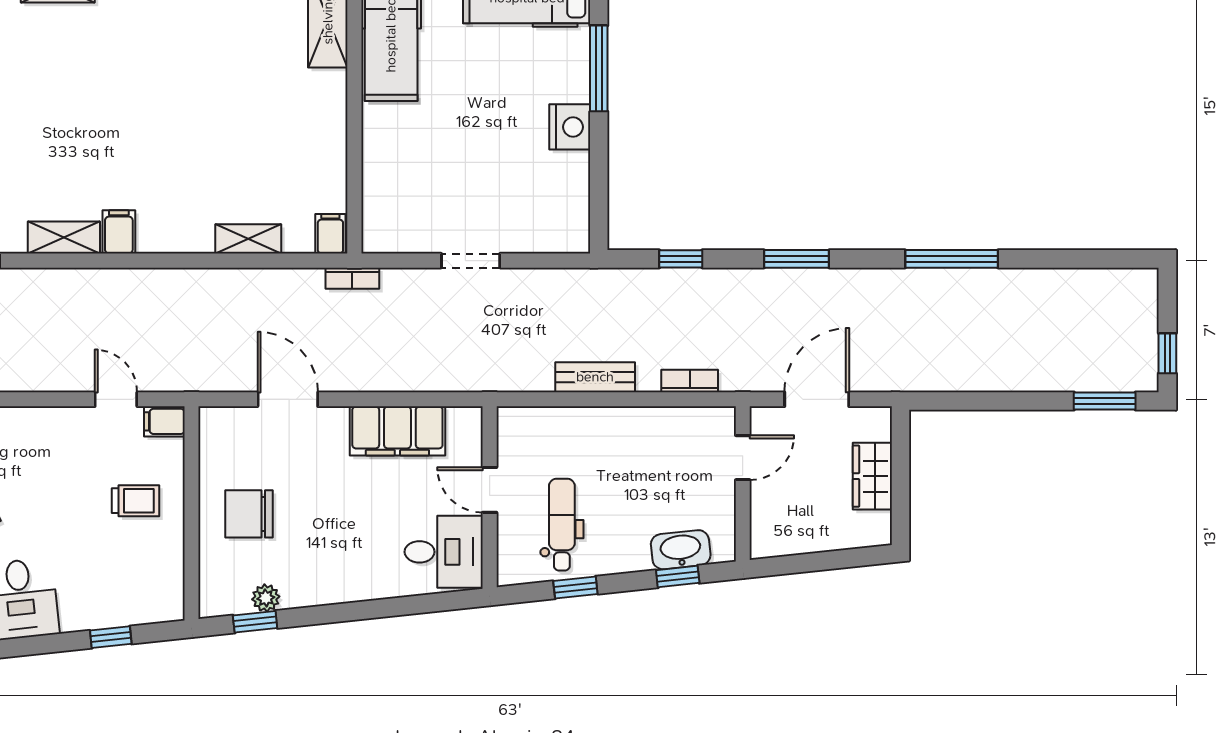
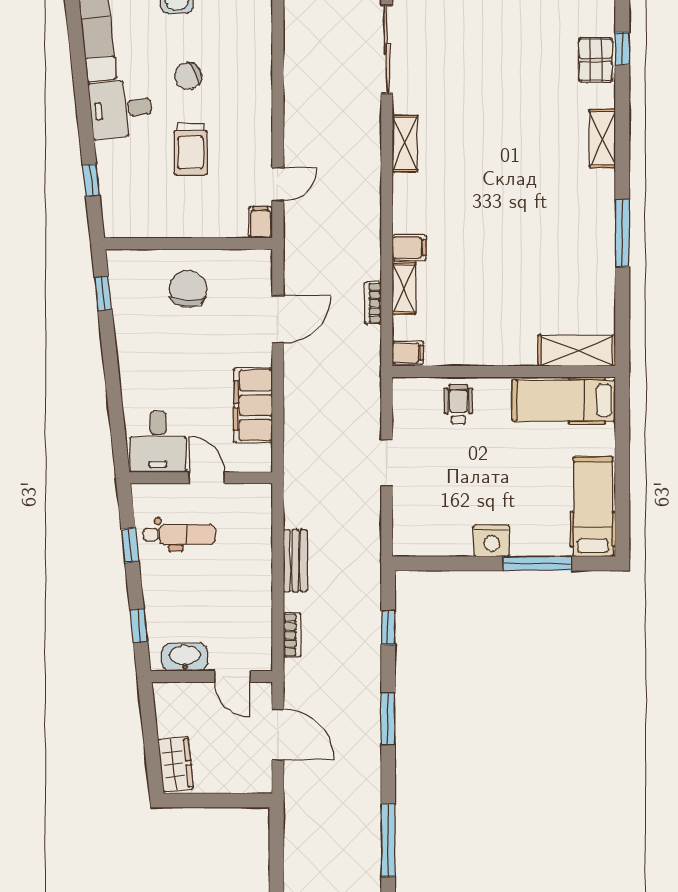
wheelchair: (396, 169) -> (458, 404), added
filing cabinet: (119, 232) -> (409, 247), moved
bookcase: (352, 278) -> (373, 303), moved
wardrobe: (872, 476) -> (176, 764), moved, turned 84
door: (490, 490) -> (207, 478), hinge flipped
trolley: (136, 501) -> (191, 149), moved, width x1.36, depth x1.39
washbasin: (681, 550) -> (185, 657), moved, turned -84
plant: (266, 598) -> (122, 302), removed

